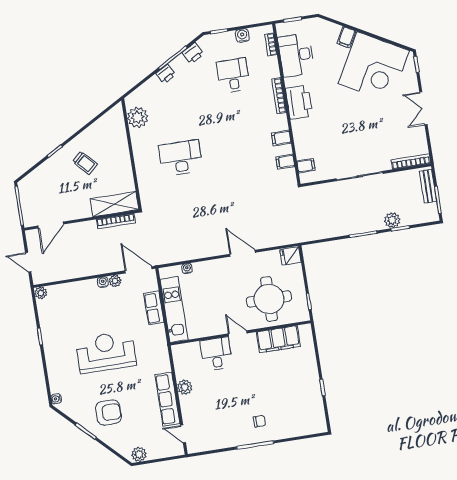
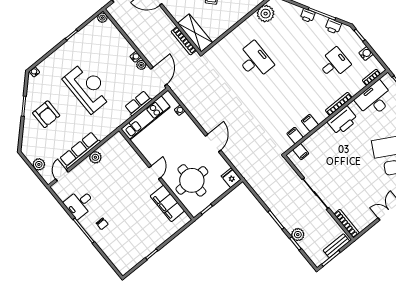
desk: (216, 354) -> (79, 204), moved, turned 180
plant: (139, 454) -> (39, 164), moved

